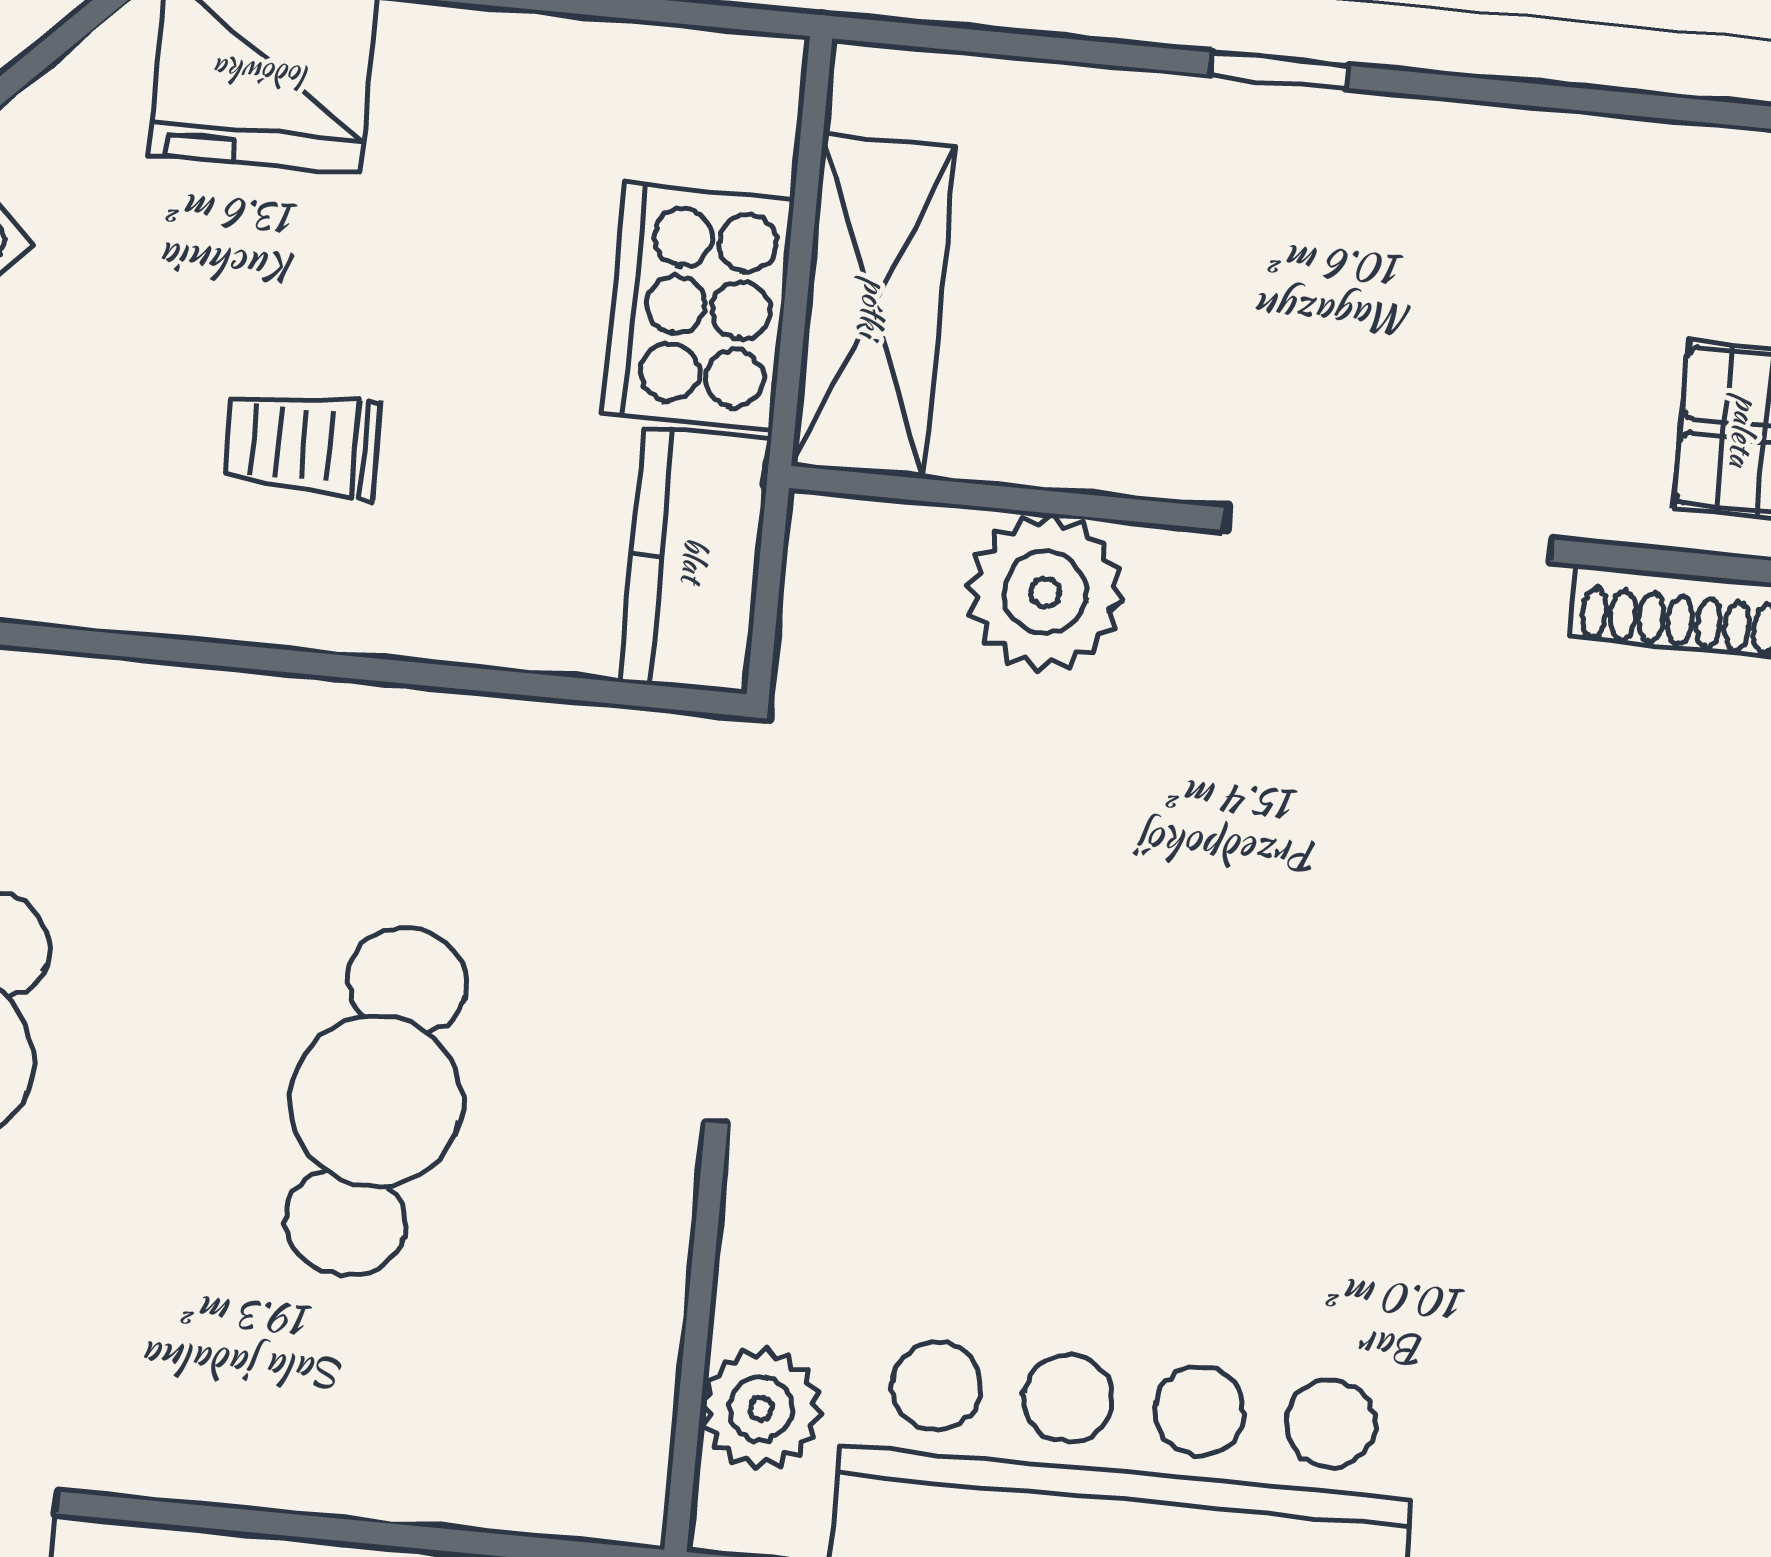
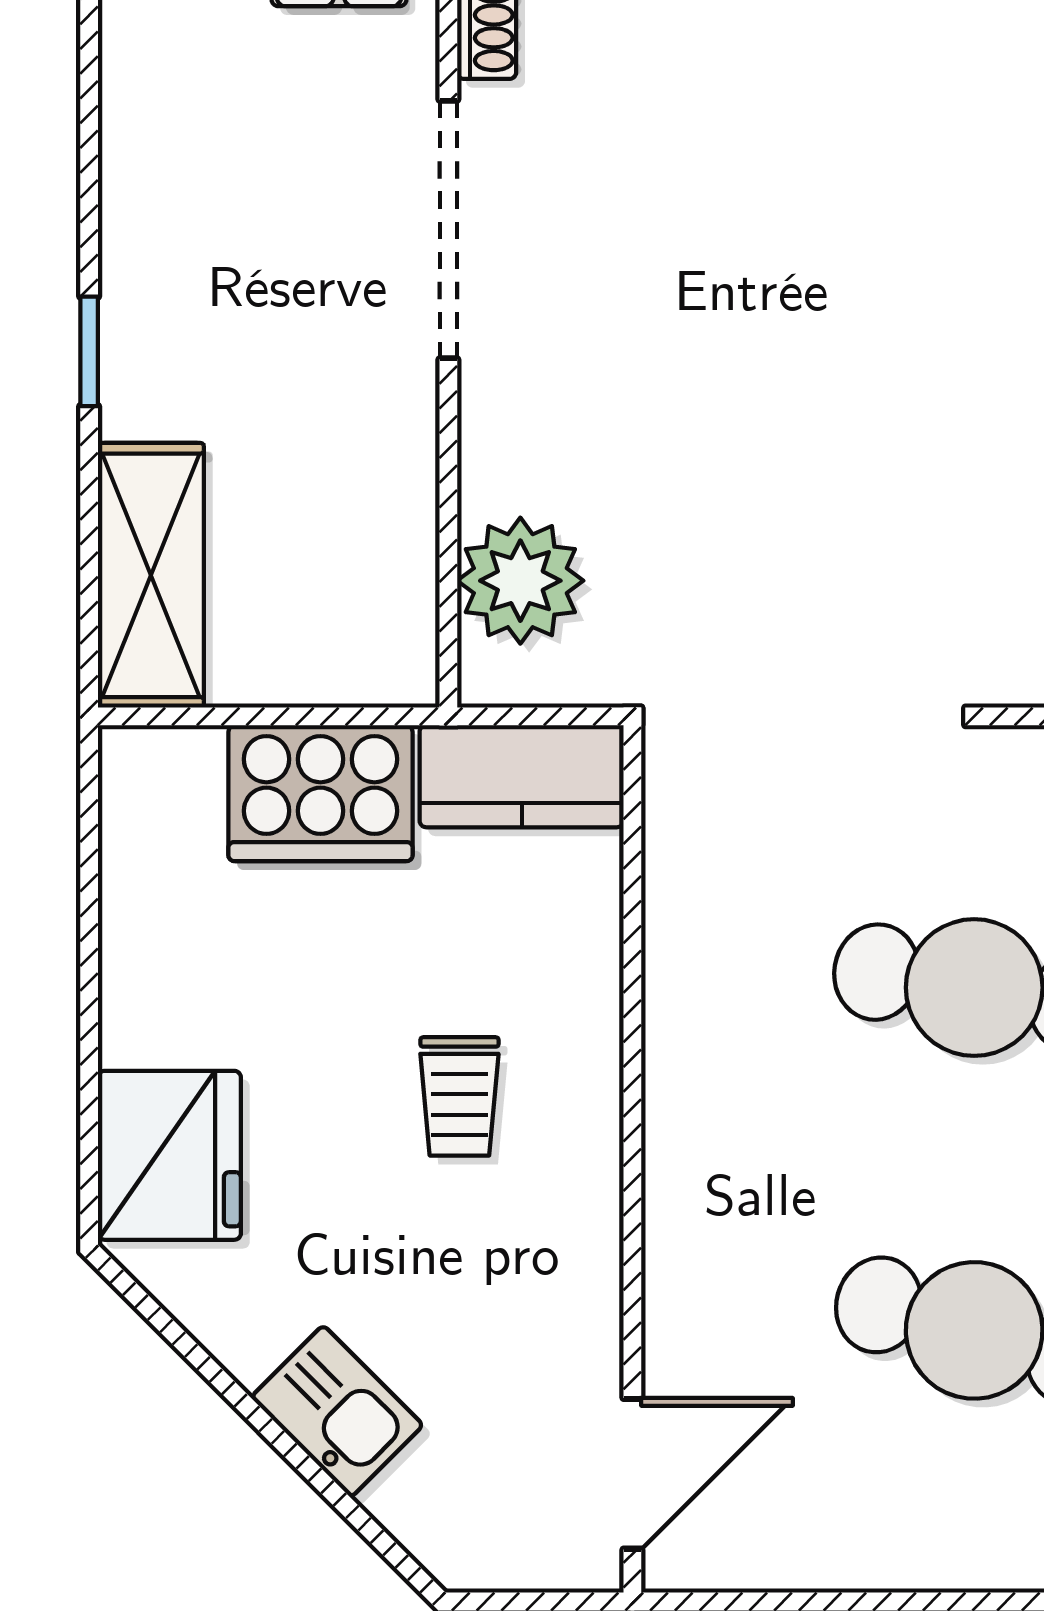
shelving: (873, 307) -> (151, 575), moved, turned 90
plant: (1045, 592) -> (520, 581), moved

